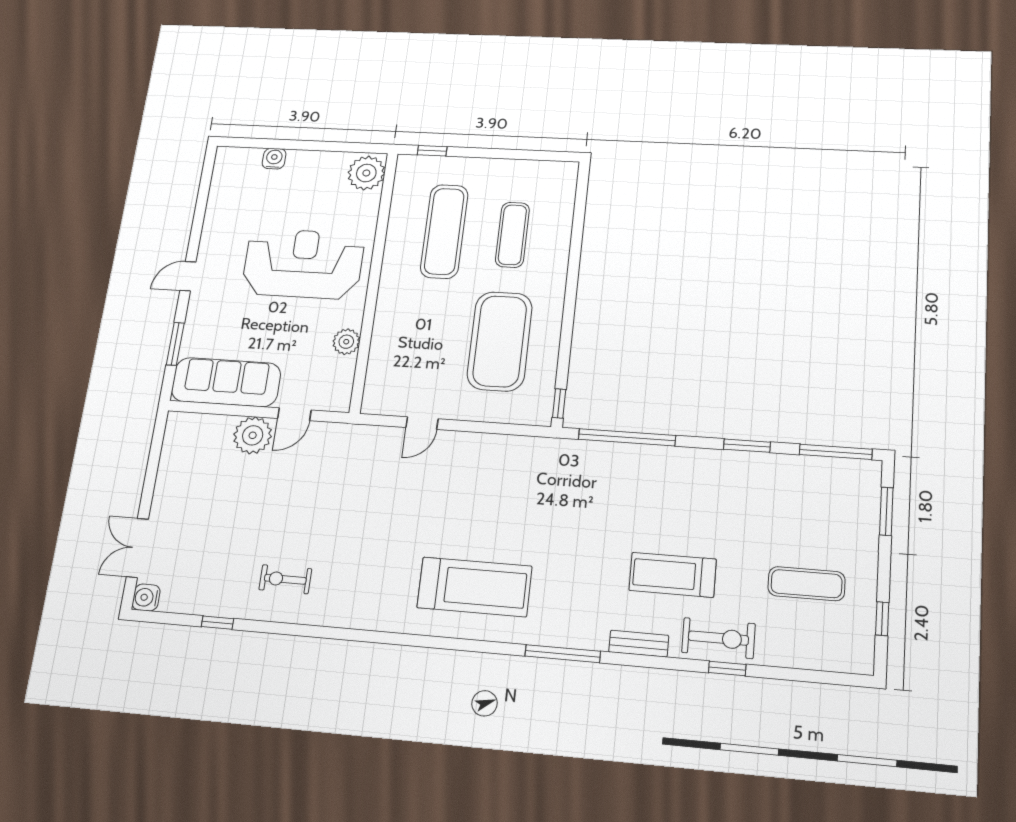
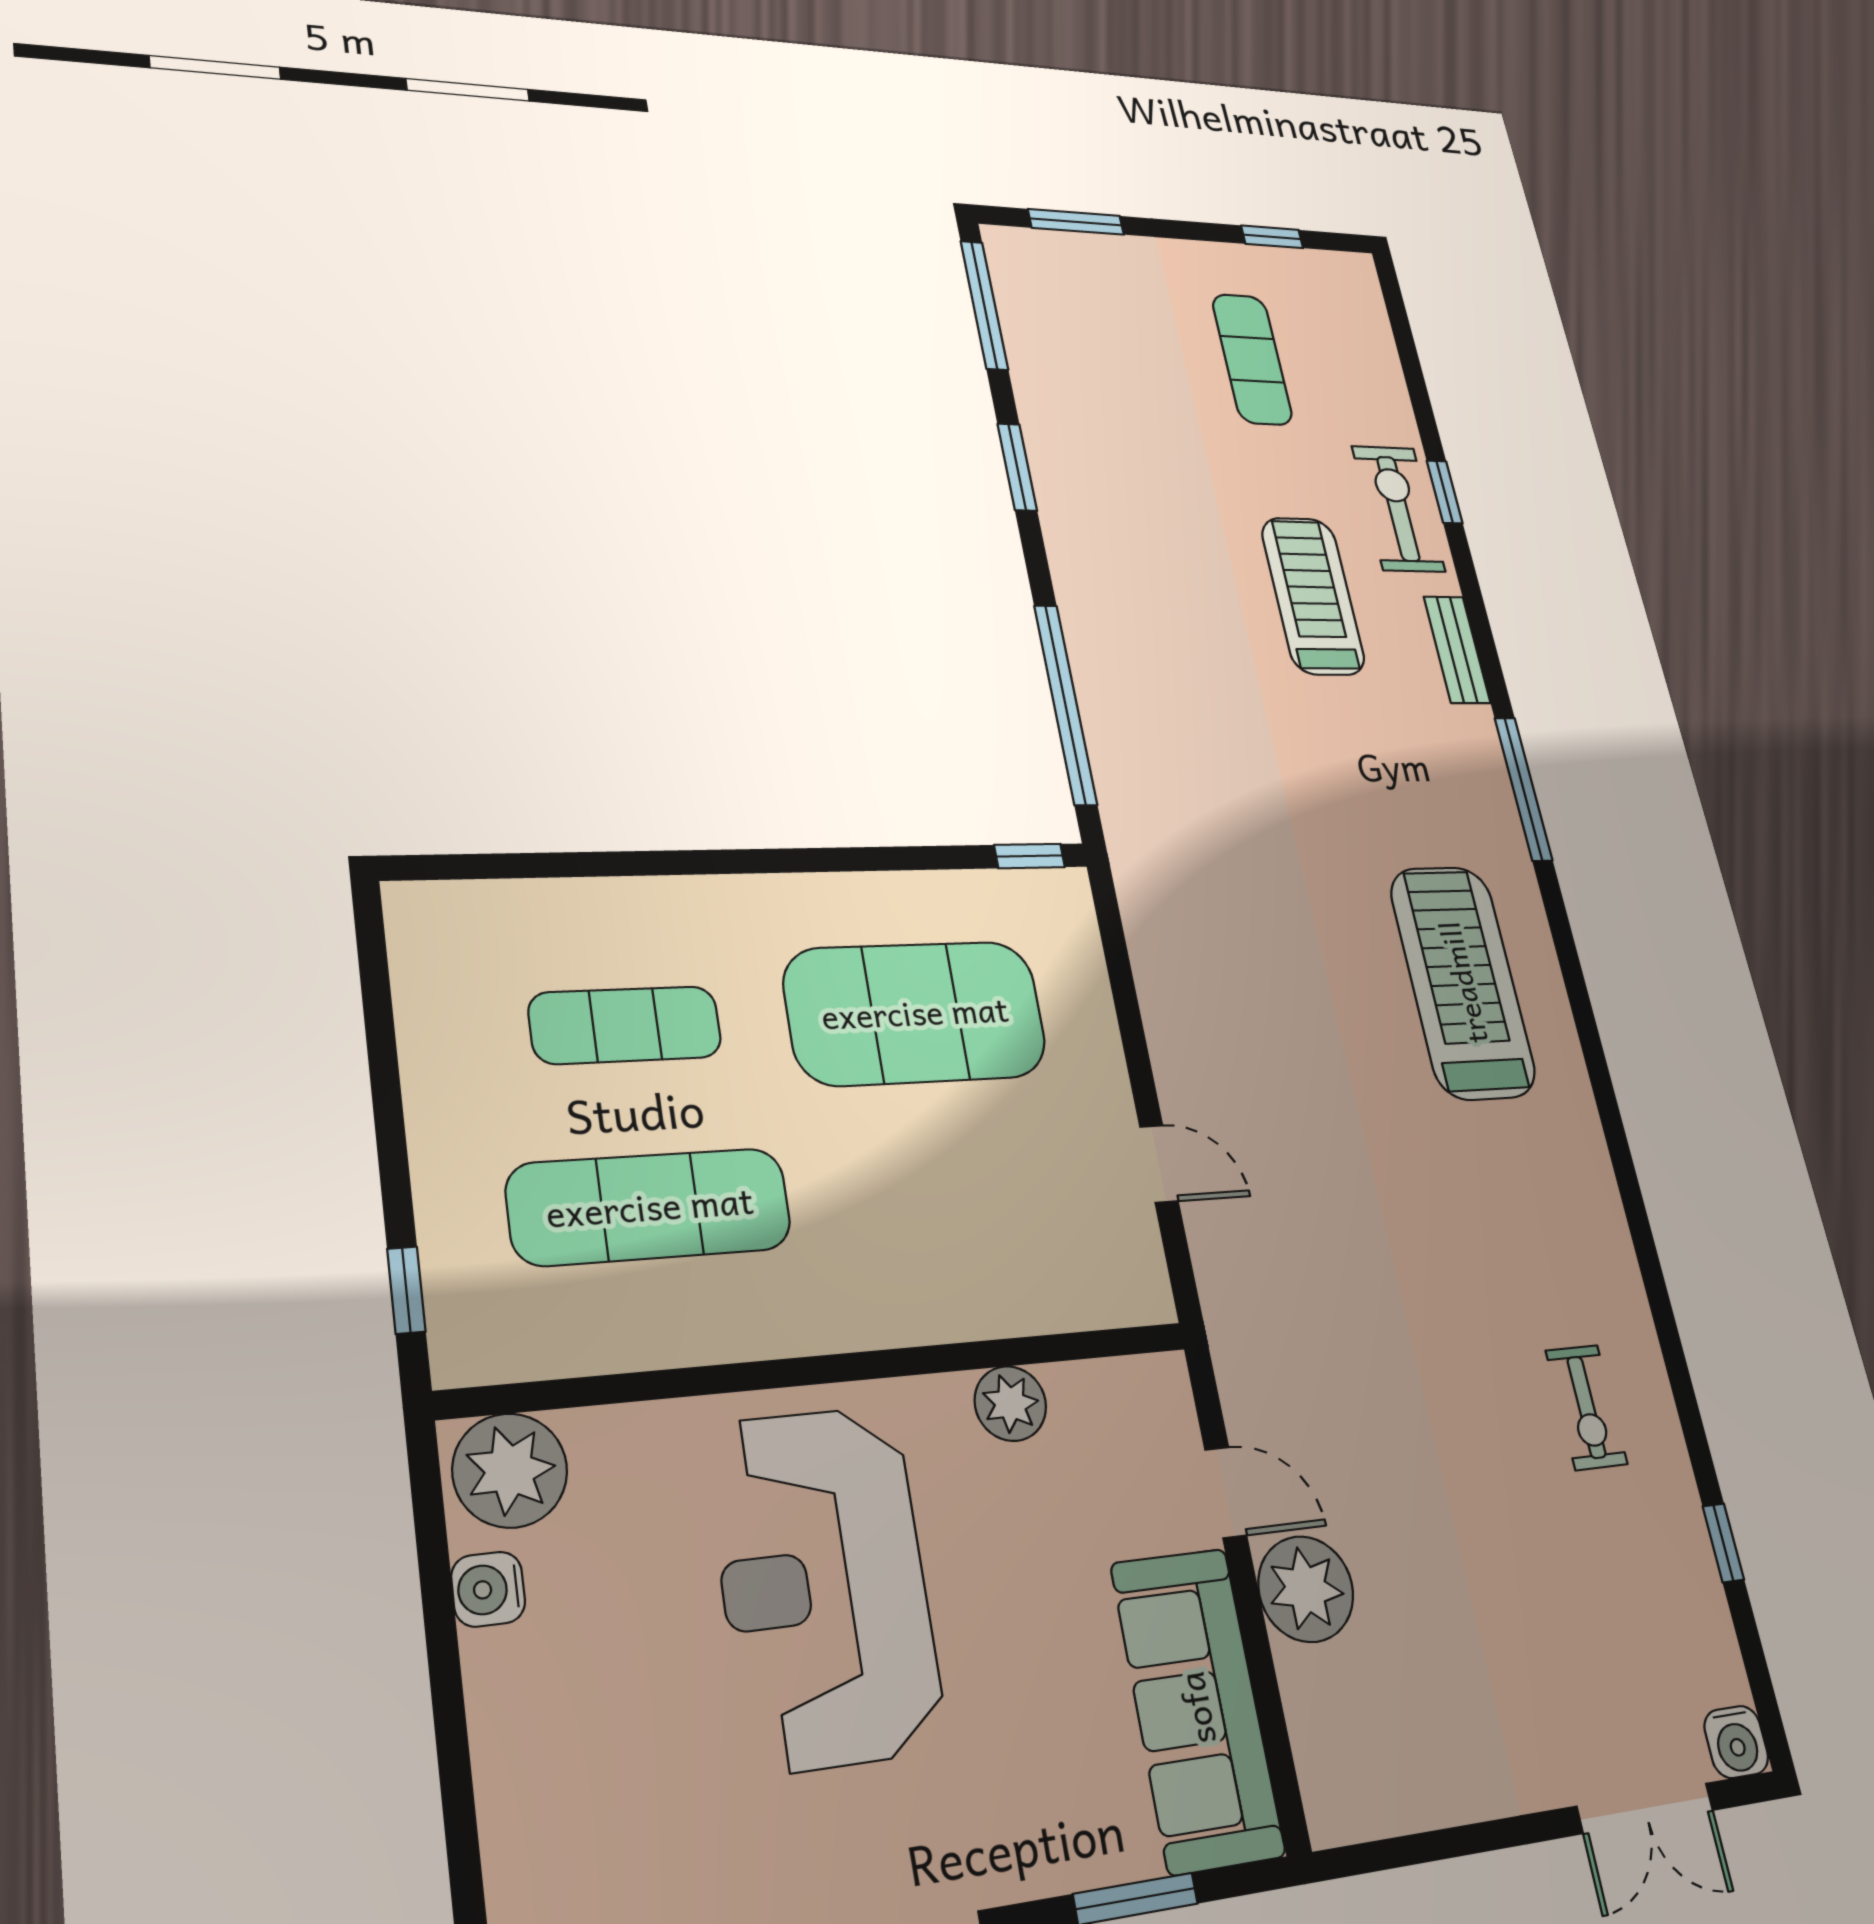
water cooler: (274, 159) -> (488, 1589), moved
treadmill: (673, 575) -> (1313, 596), turned 180

